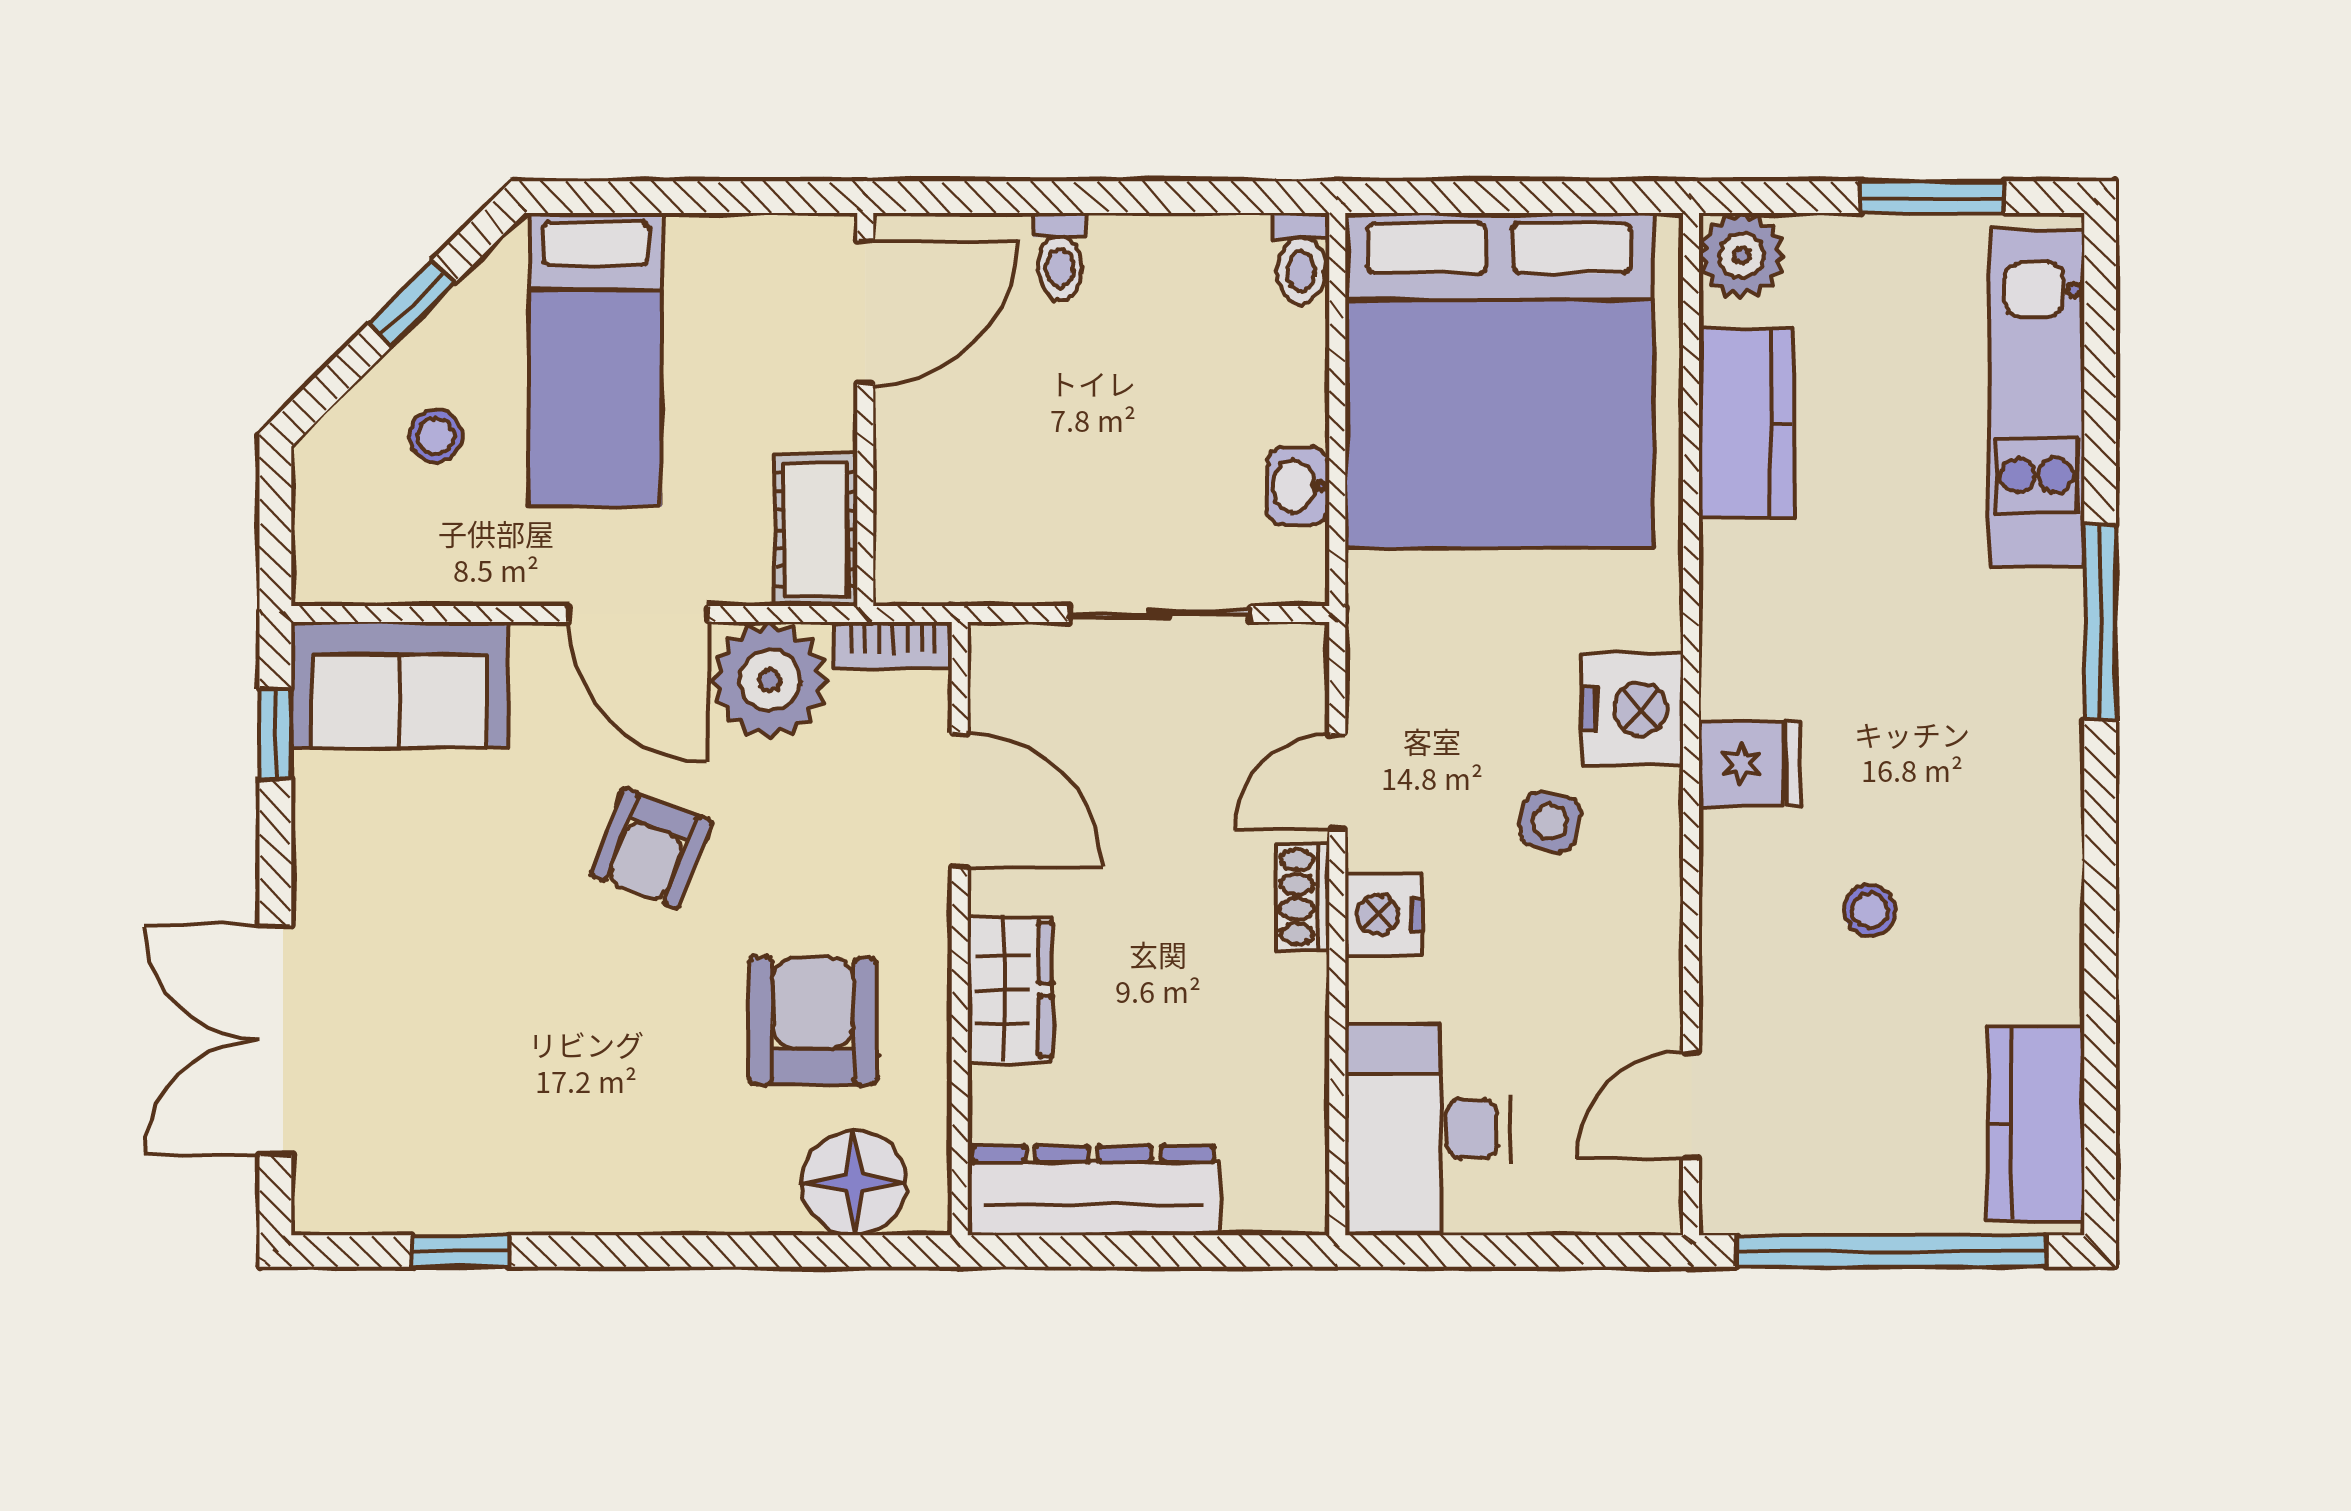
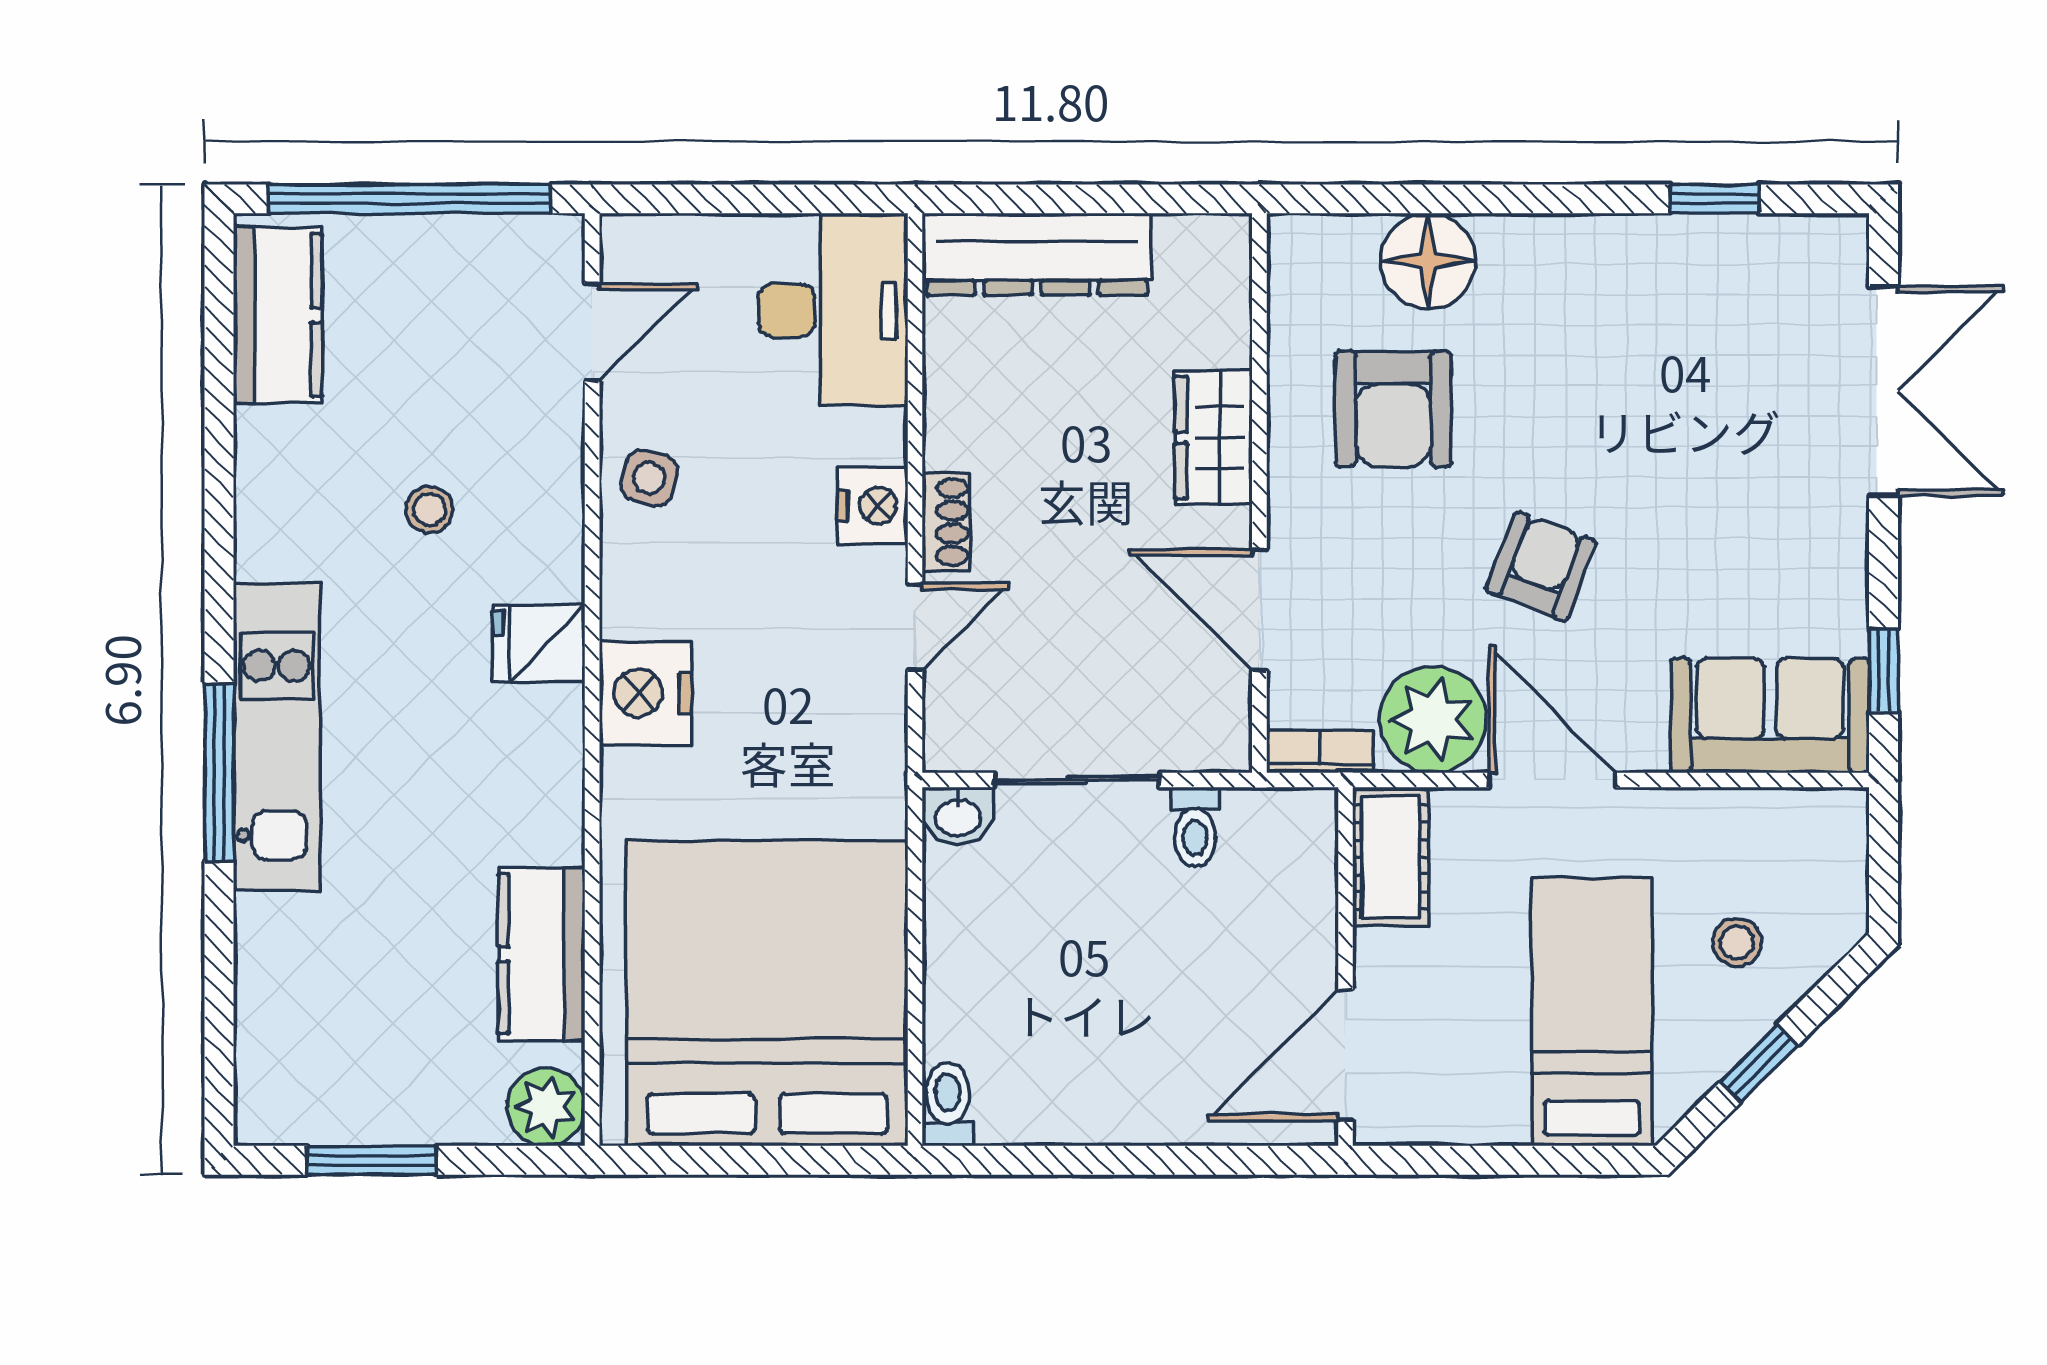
toilet: (1060, 256) -> (1195, 827), moved, turned 180
kitchen unit: (2037, 398) -> (277, 737), moved
washbasin: (1298, 486) -> (958, 816), moved, turned 90
side table: (1550, 822) -> (649, 478), moved
floor lamp: (854, 1183) -> (1428, 261), moved
dresser: (1093, 1190) -> (1037, 254), moved

